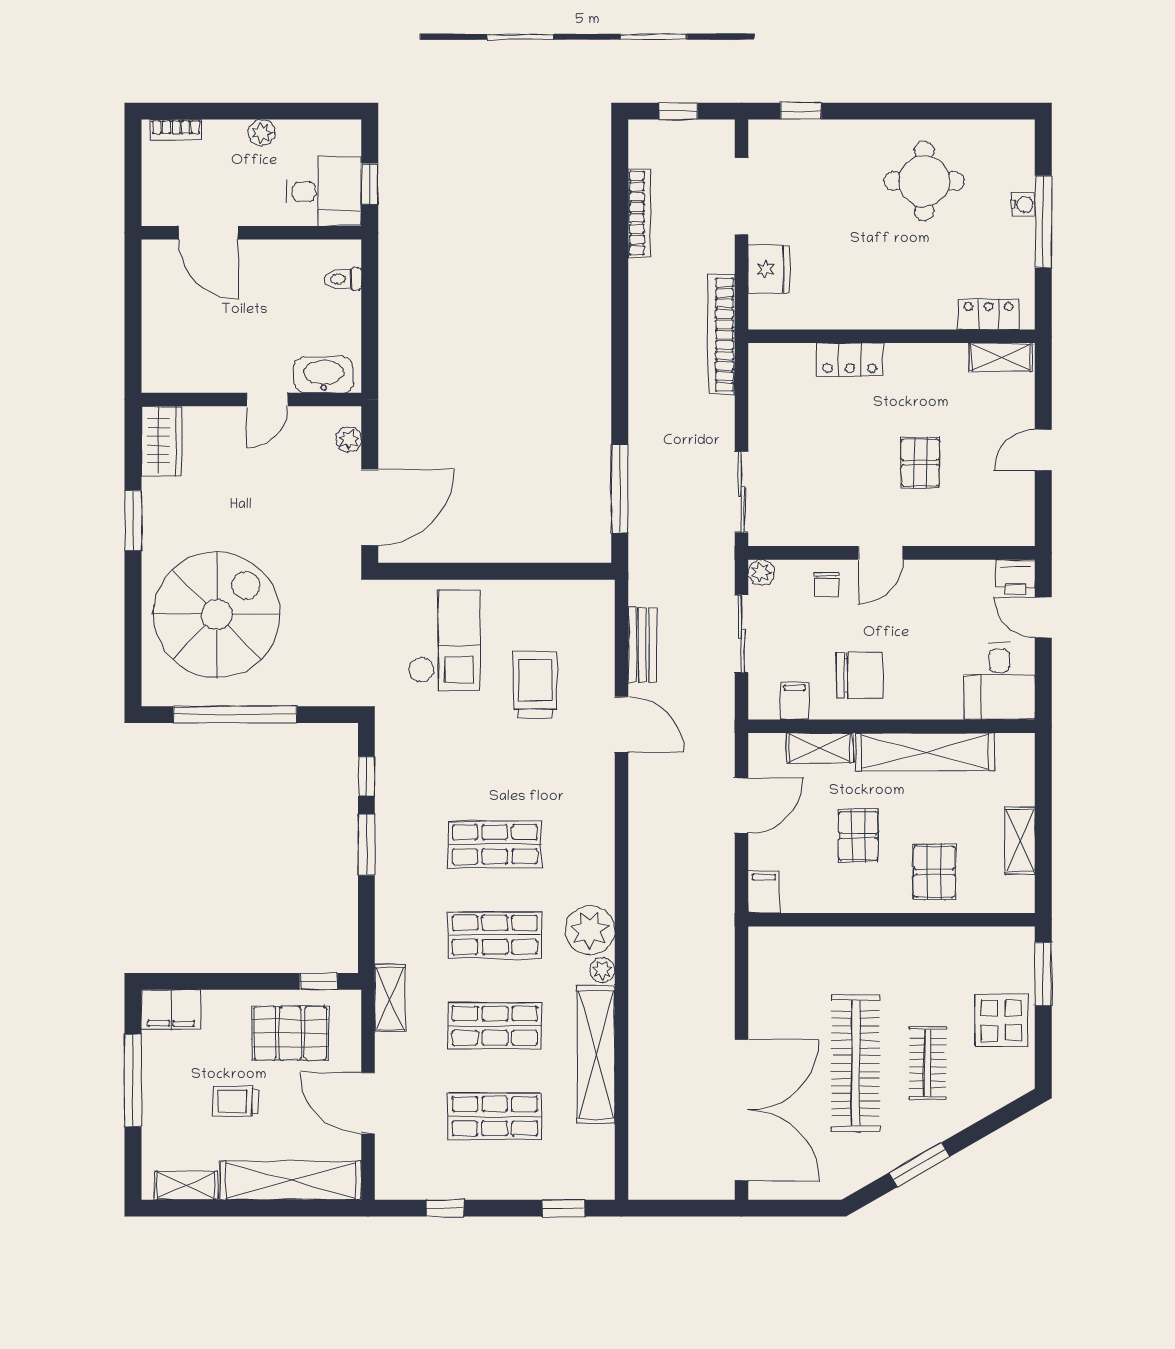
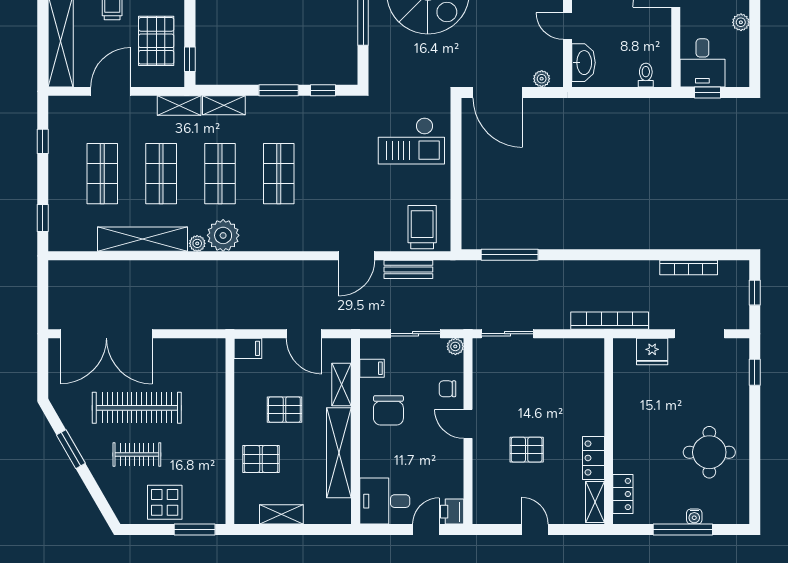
locker: (850, 360) -> (593, 458), moved
trolley: (535, 685) -> (422, 227), moved, turned -90
shelving: (389, 929) -> (224, 105), added

